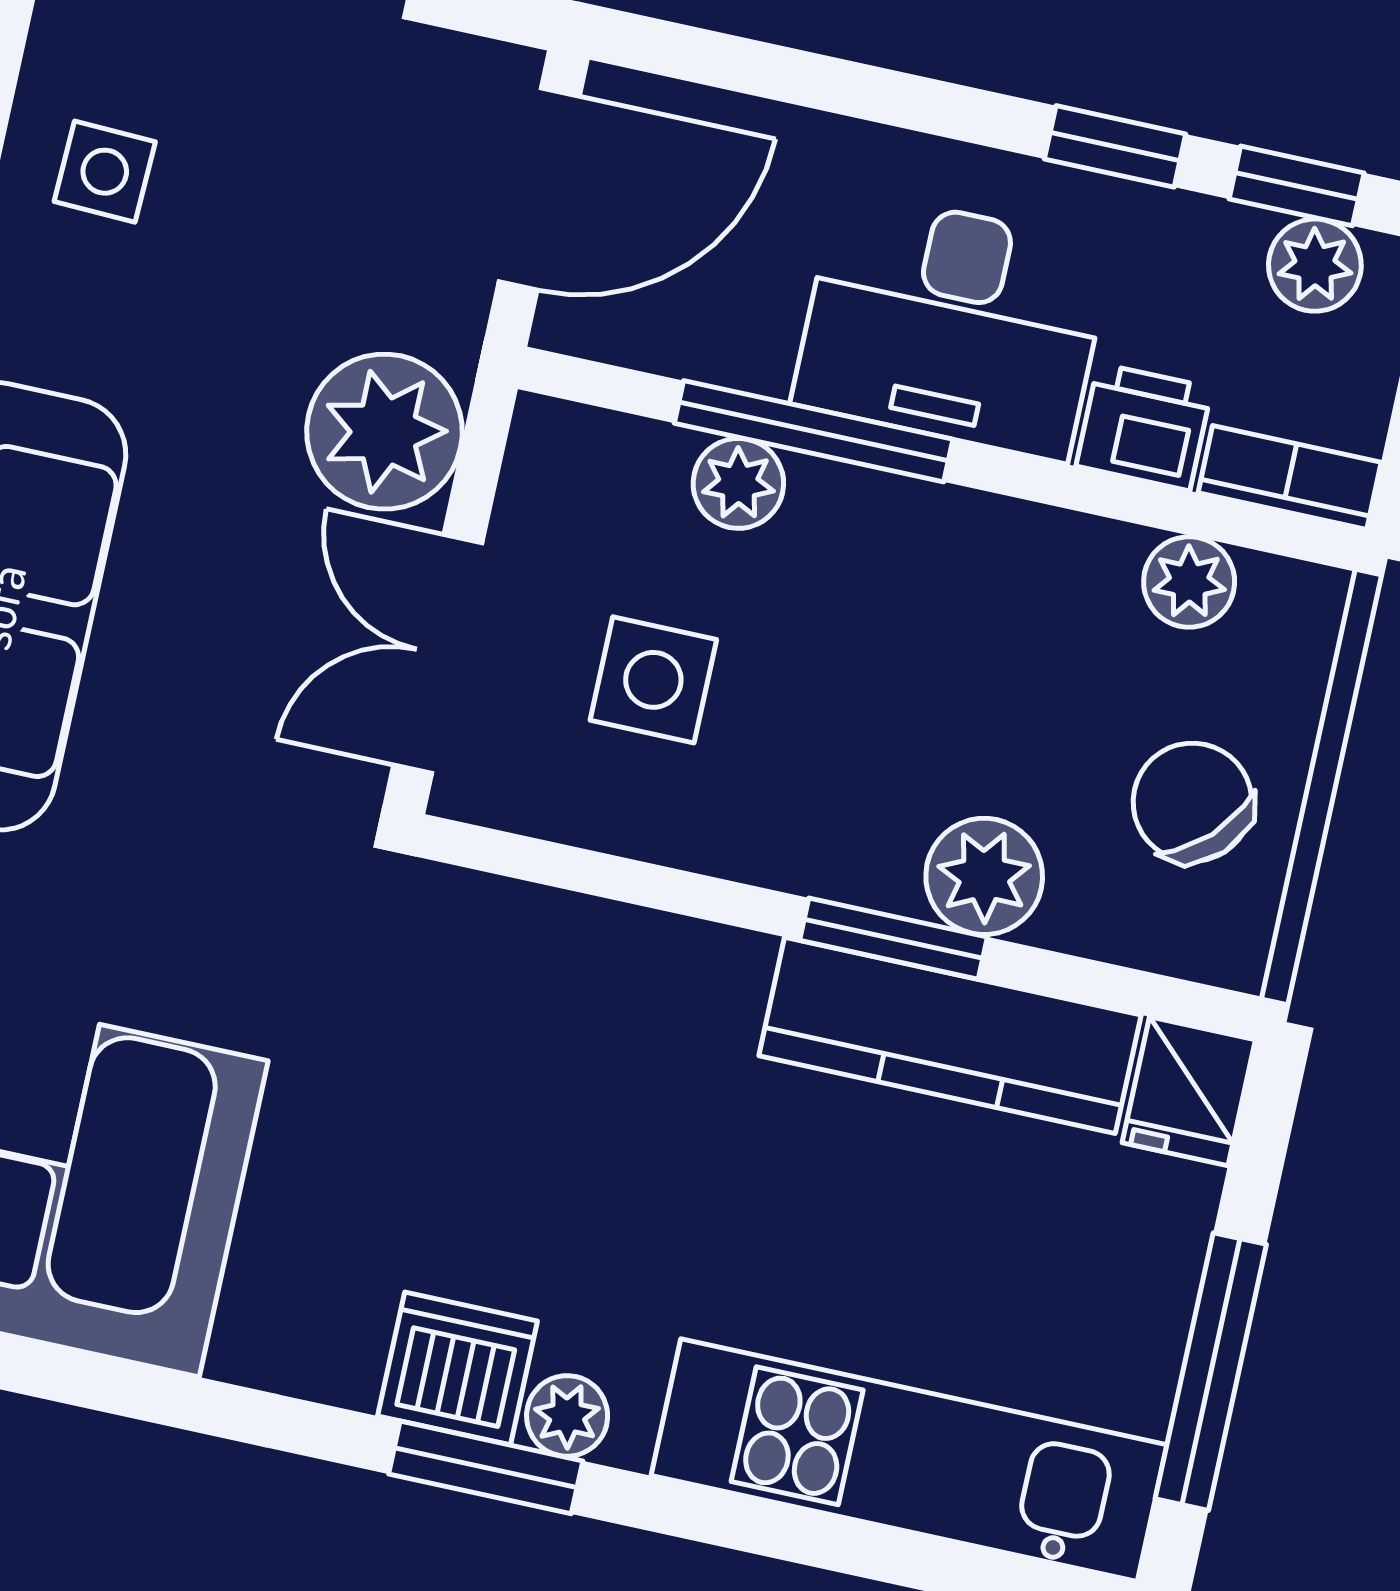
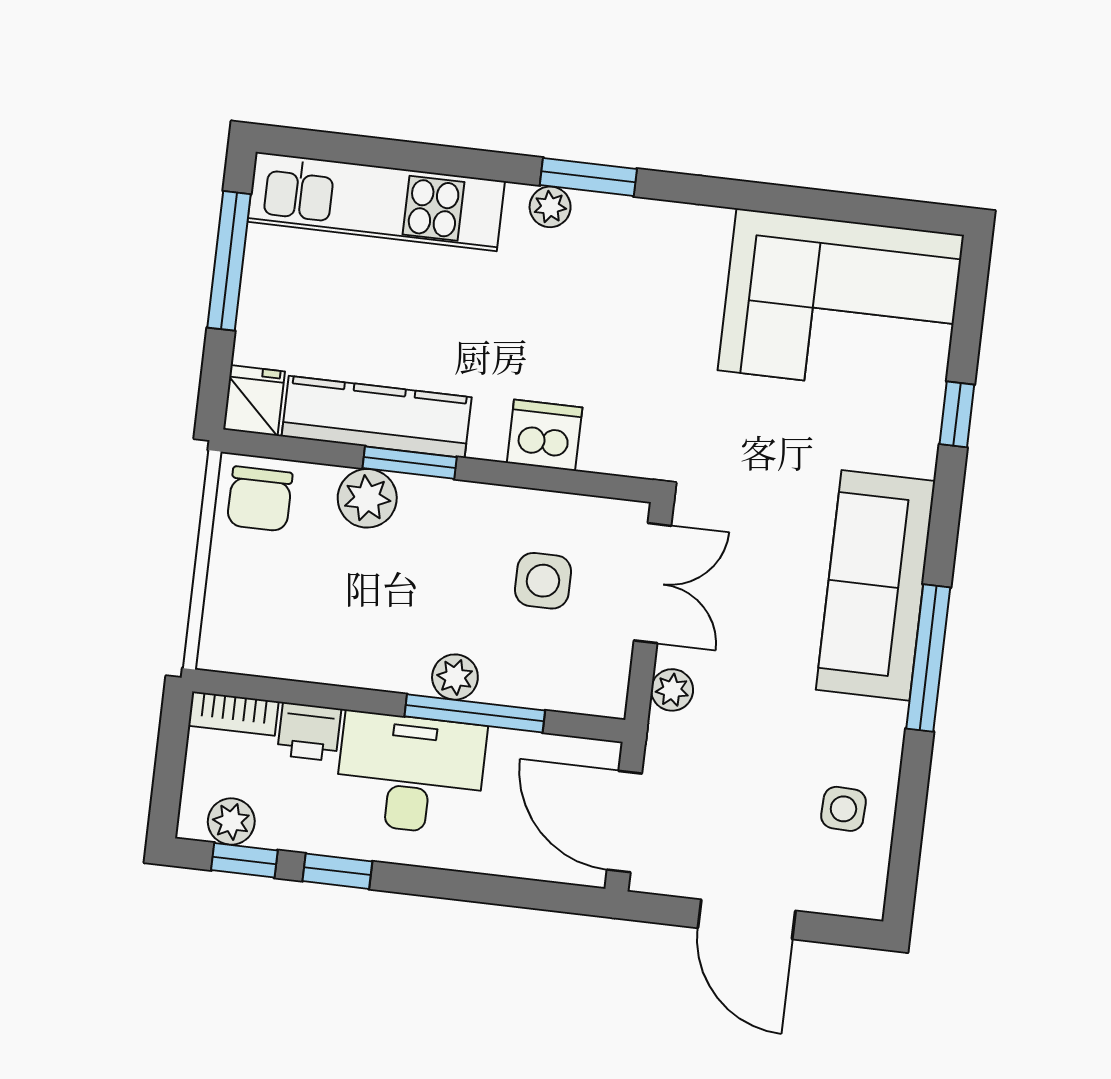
door: (539, 189) -> (624, 822), hinge flipped
plant: (384, 432) -> (672, 690), width x0.53, depth x0.53
plant: (738, 483) -> (455, 677), moved
plant: (1189, 582) -> (279, 656), removed
chair: (1193, 802) -> (260, 499), moved, turned 45
dishwasher: (458, 1368) -> (545, 435), moved, turned 180

